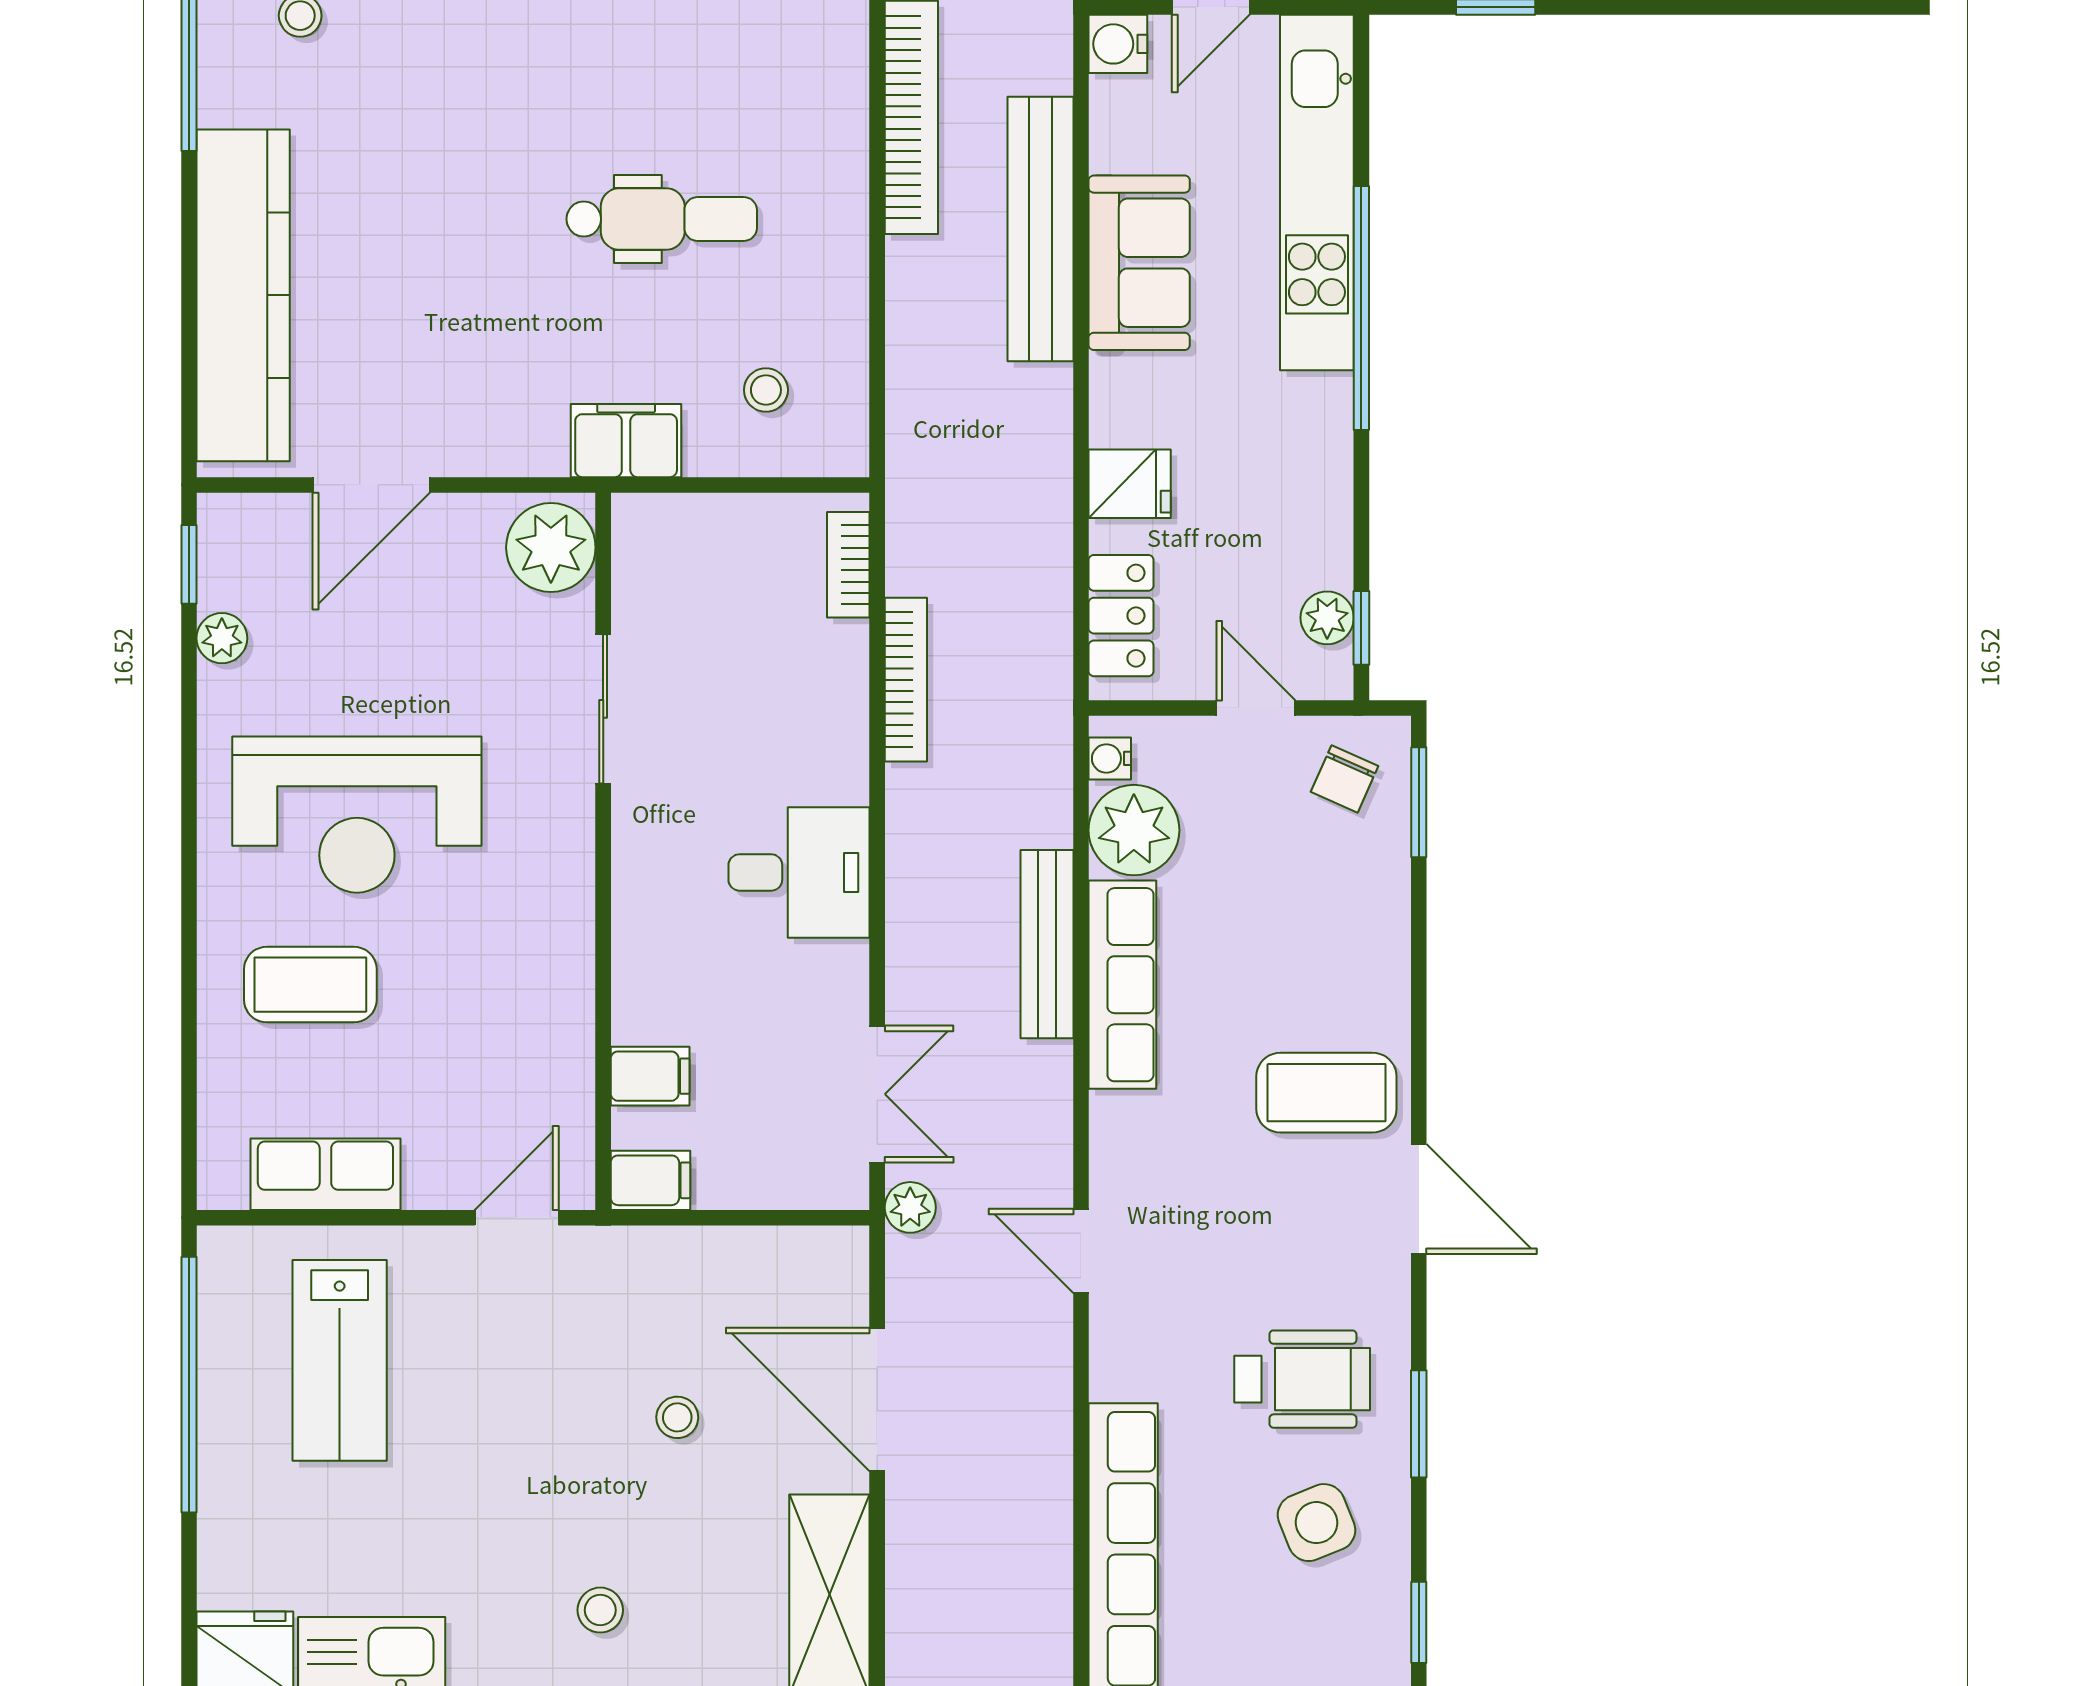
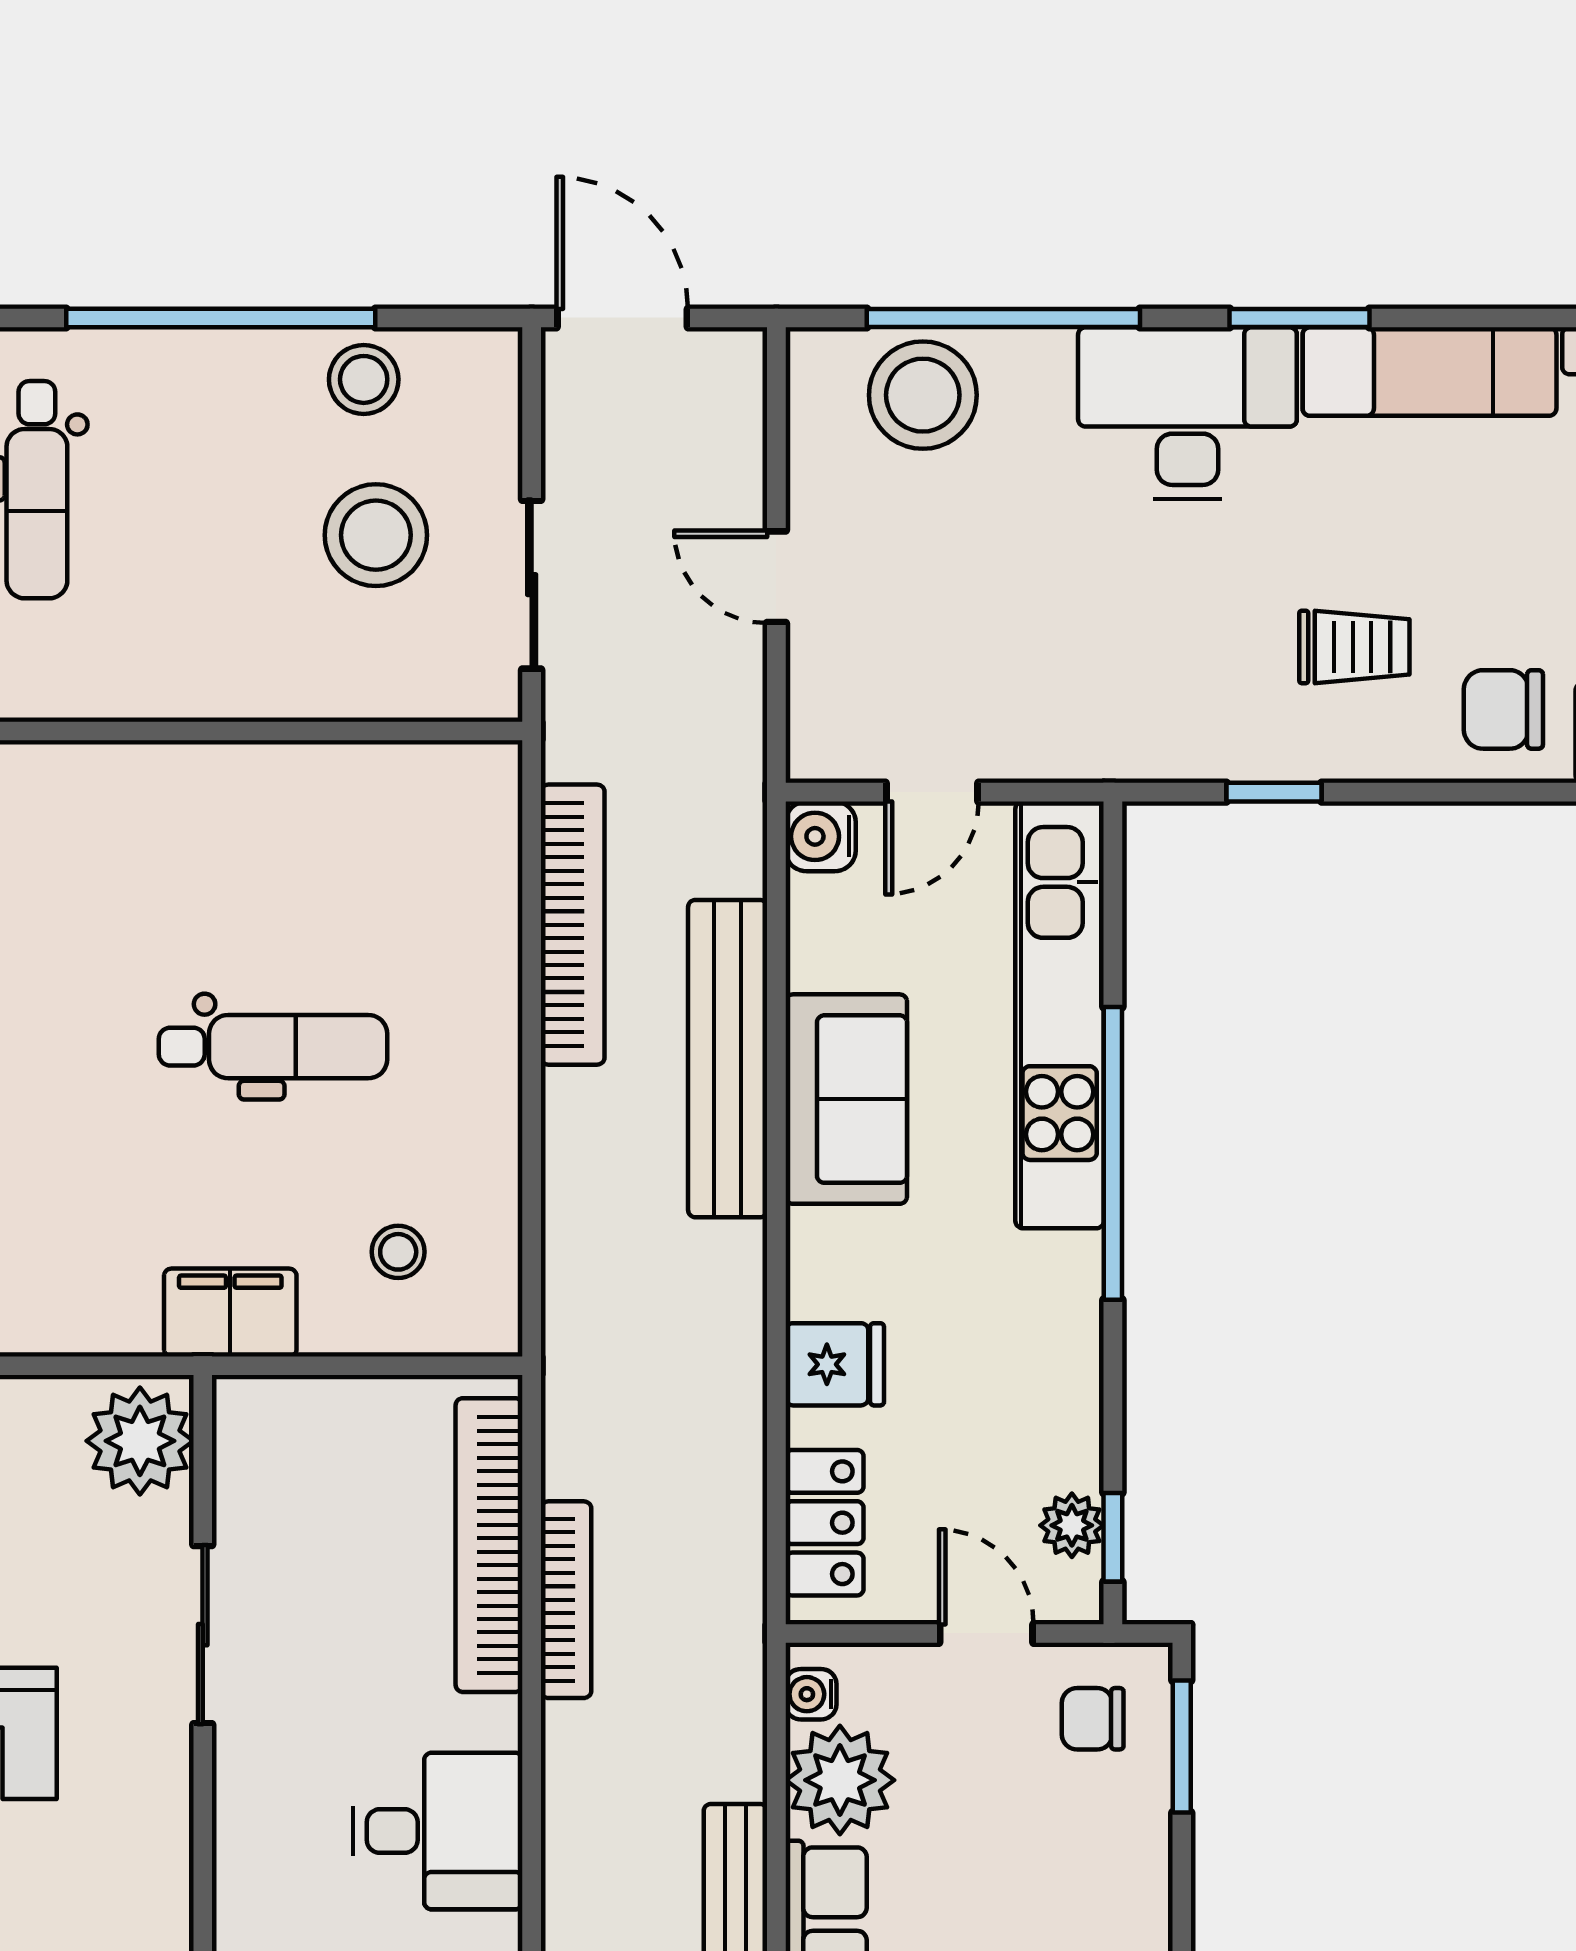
bookcase: (848, 565) -> (489, 1545), width x2.31, depth x1.31
chair: (1345, 779) -> (1093, 1719), turned 66

